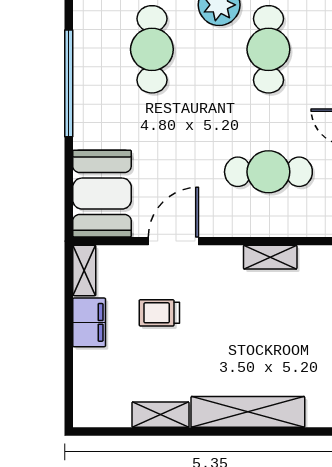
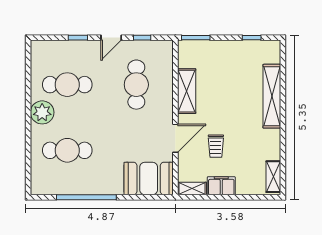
door: (173, 241) -> (175, 138), swing flipped
shelving: (270, 257) -> (187, 91), width x1.50, depth x1.33
shelving: (161, 415) -> (273, 177), moved

